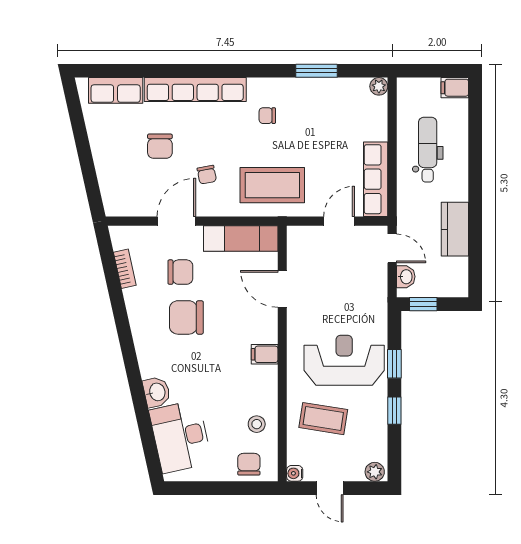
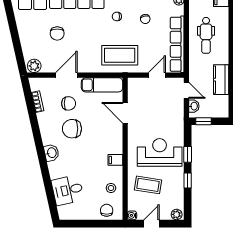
dental chair: (428, 150) -> (206, 35), turned 180
chair: (207, 175) -> (145, 19), moved
row of seats: (376, 179) -> (177, 44), width x1.36
plant: (118, 204) -> (34, 66), added
filing cabinet: (265, 354) -> (115, 160), moved
washbasin: (157, 392) -> (51, 153), moved
desk: (181, 437) -> (68, 190), width x0.73
door: (330, 488) -> (152, 224), swing flipped

